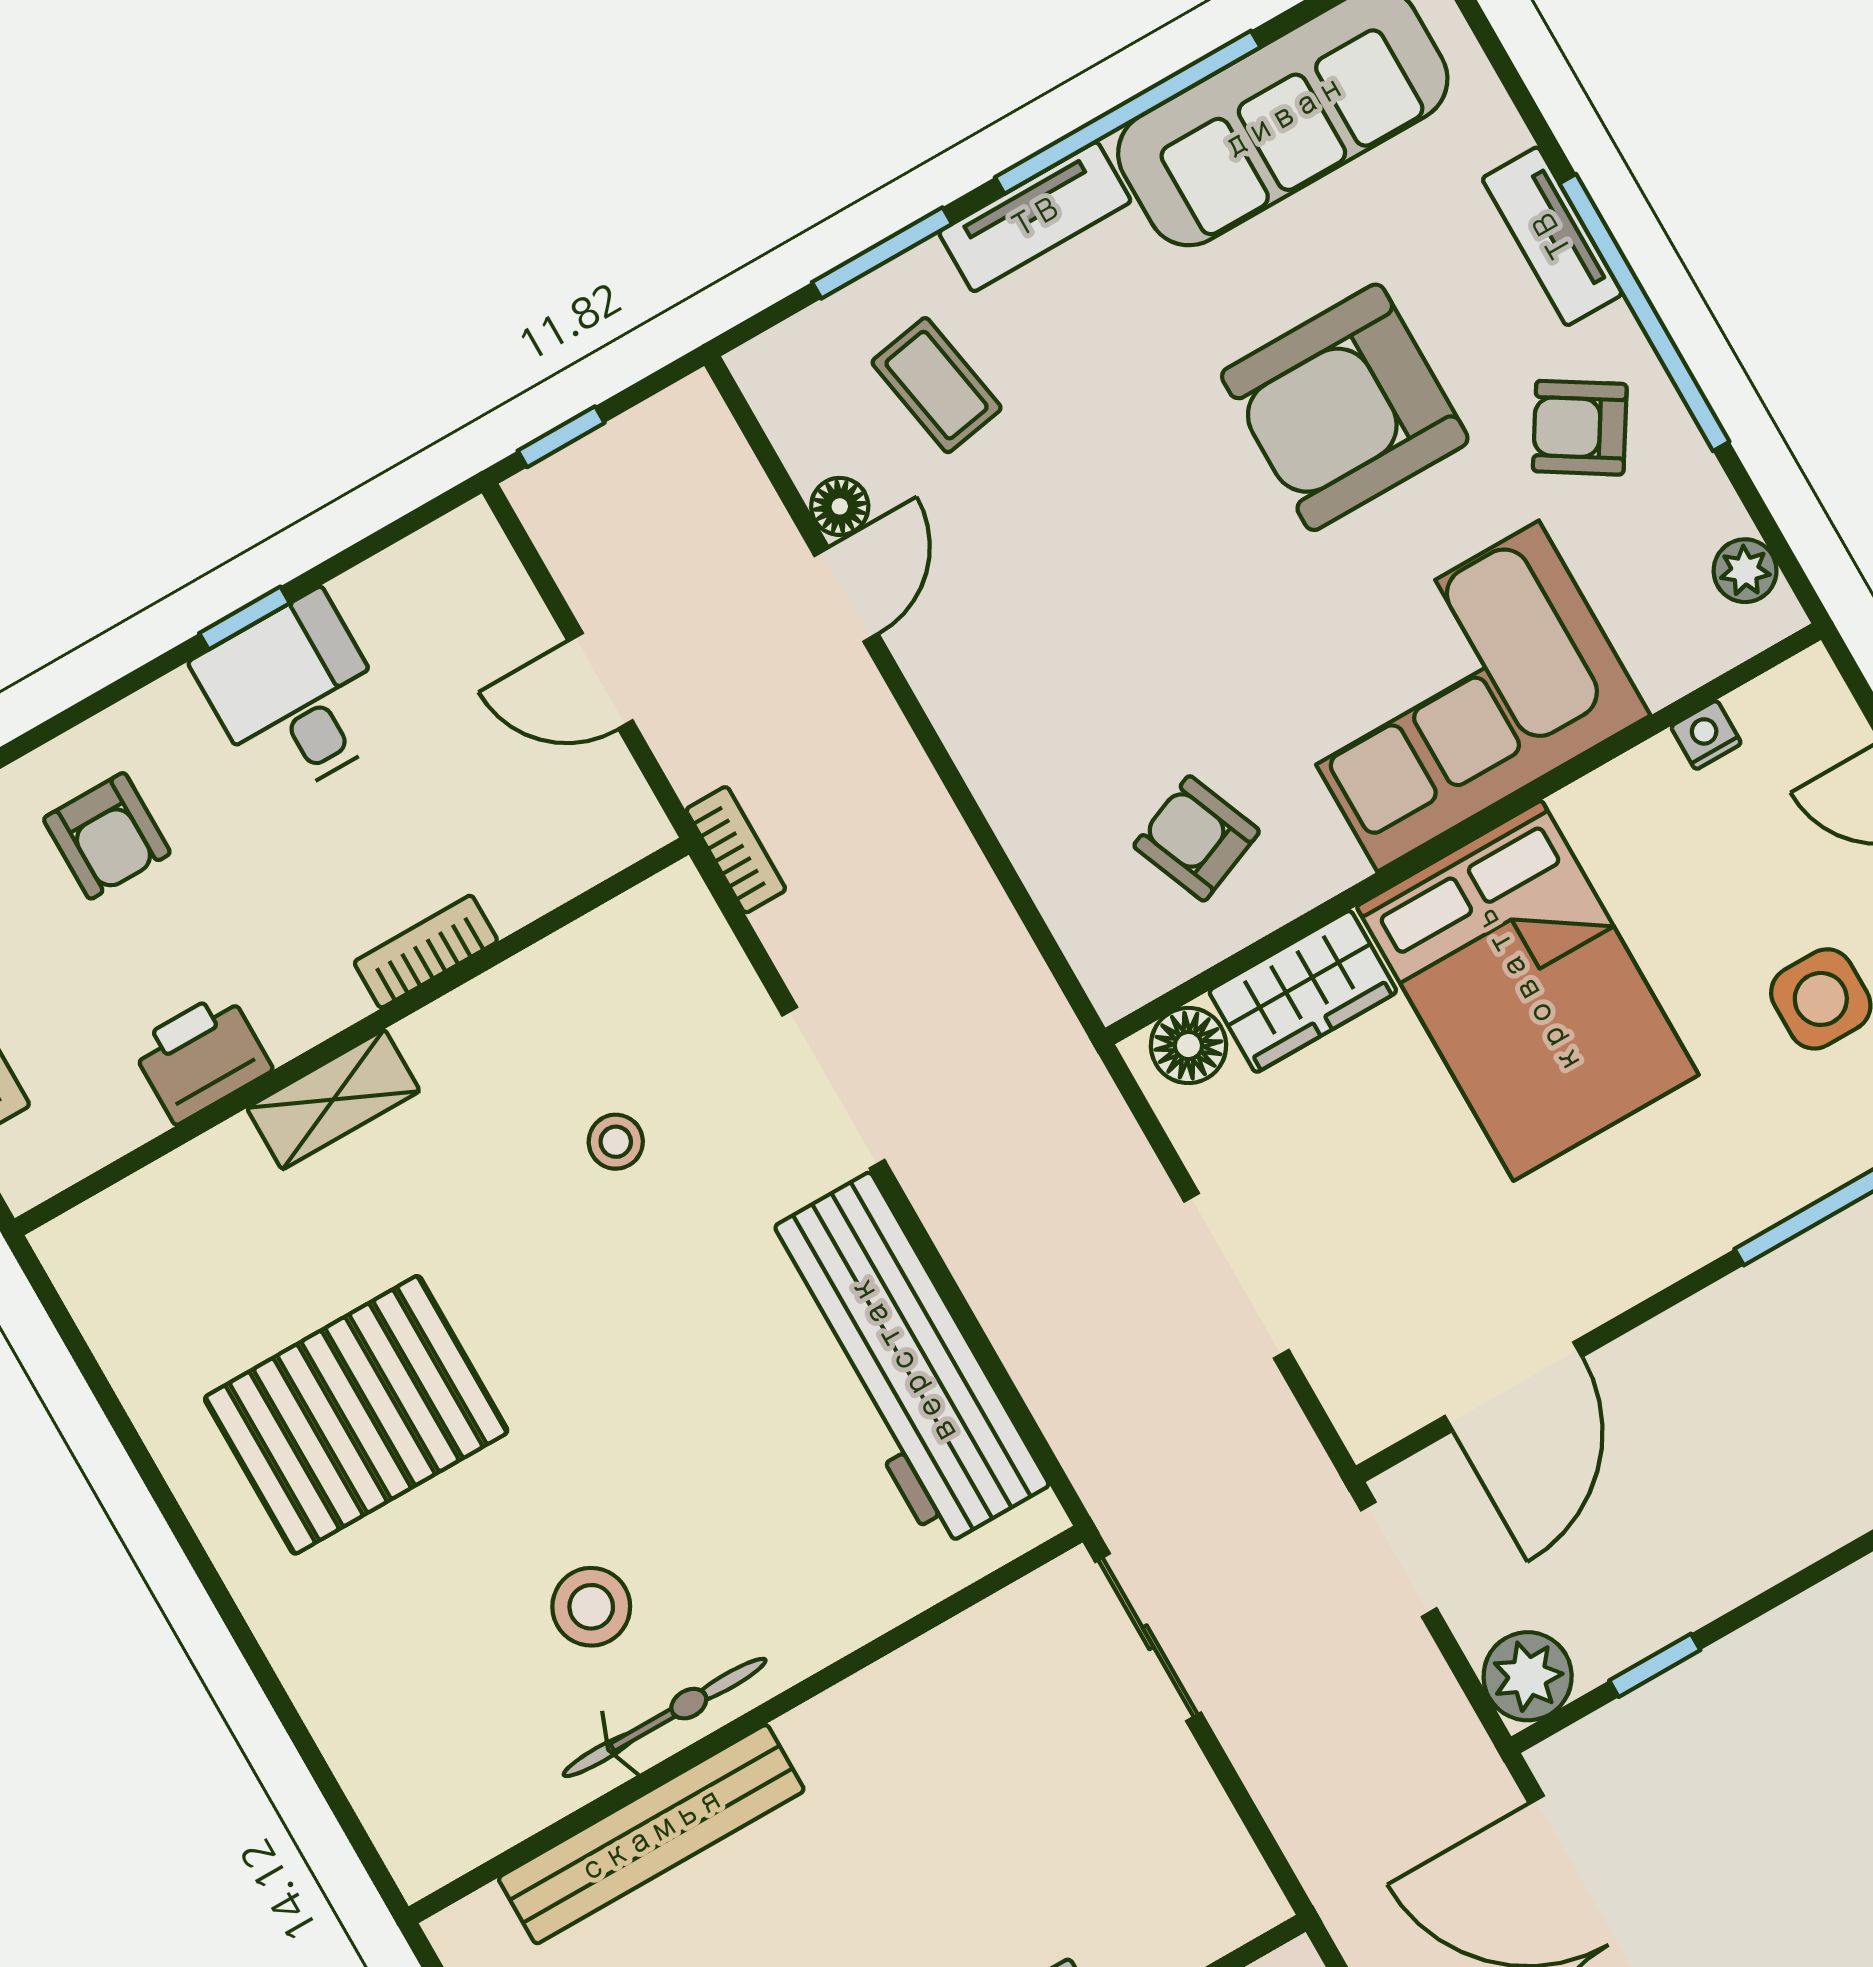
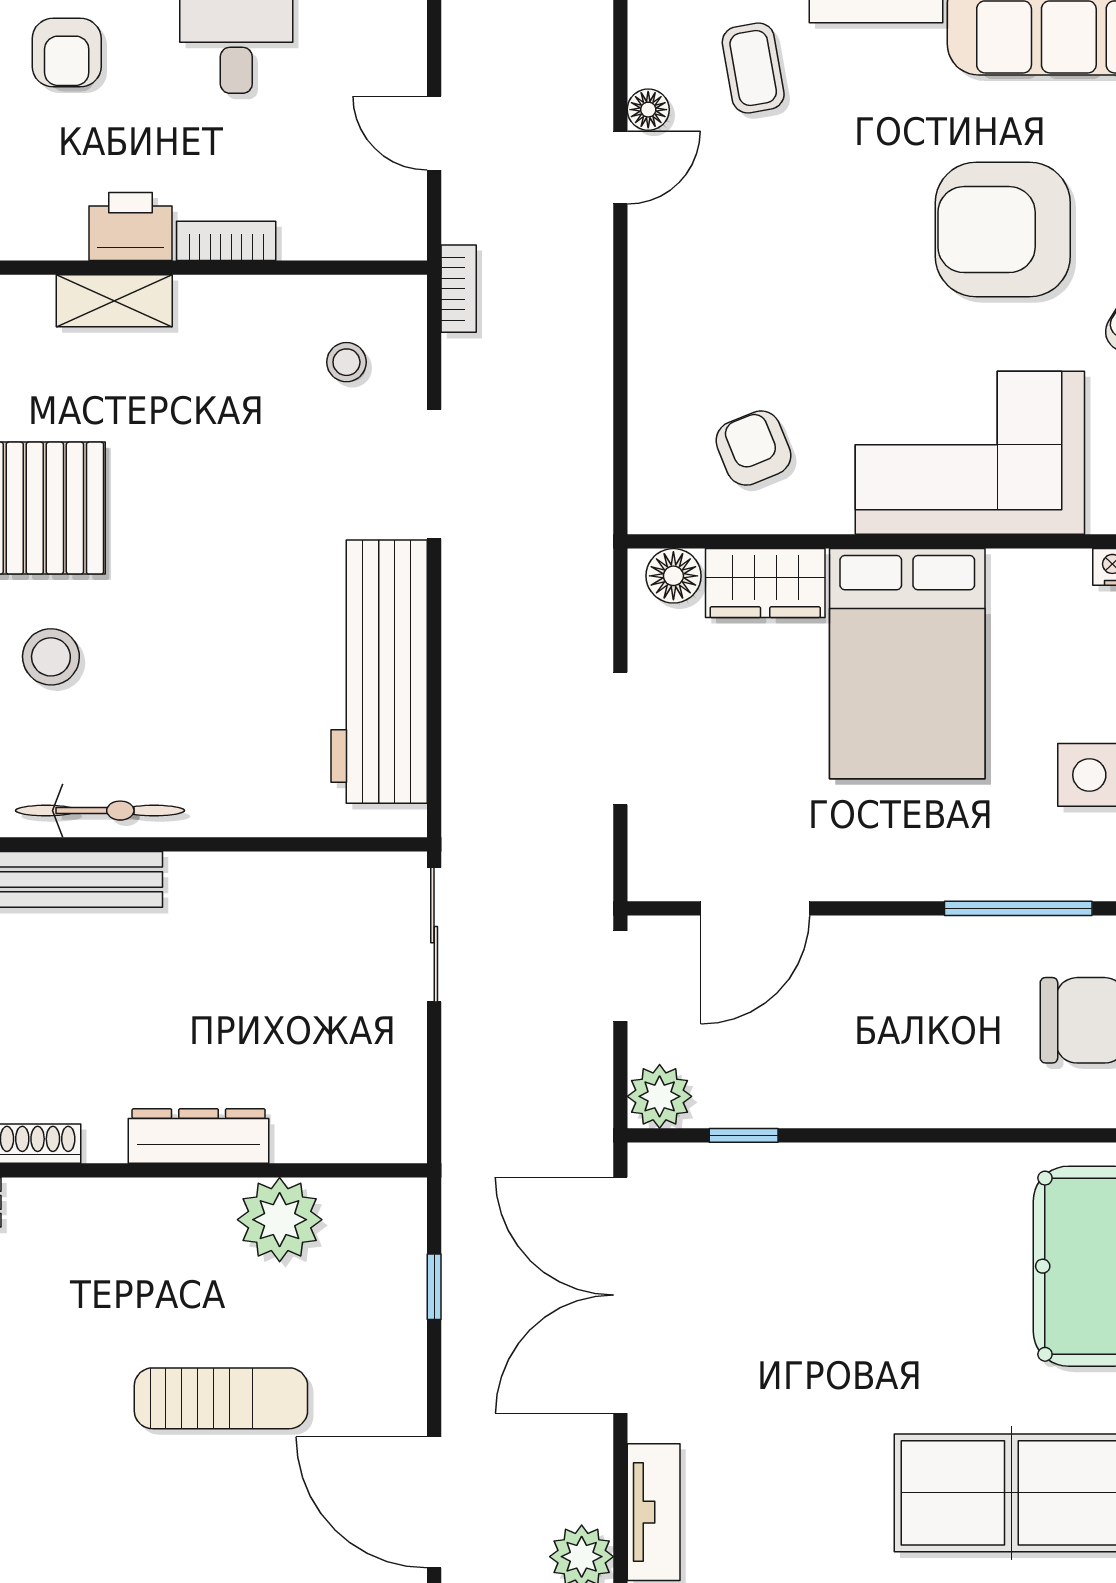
printer: (201, 1057) -> (130, 226), moved
stool: (616, 1142) -> (346, 362), moved
stool: (591, 1607) -> (51, 657), moved

